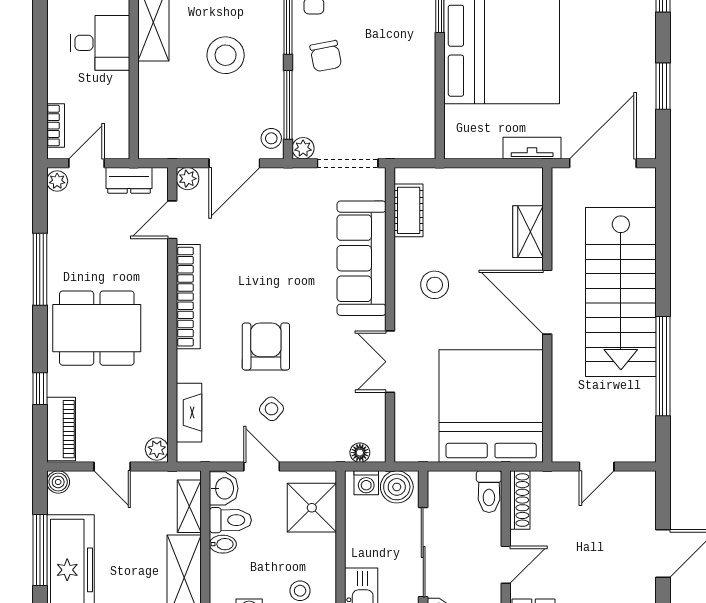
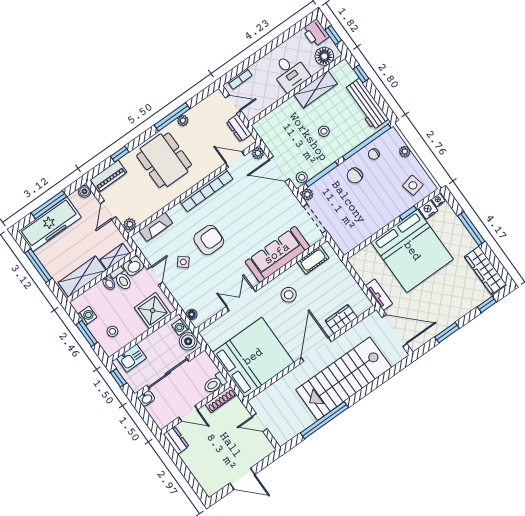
stool: (226, 55) -> (324, 131), width x0.53, depth x0.53
plant: (57, 181) -> (183, 121), moved

